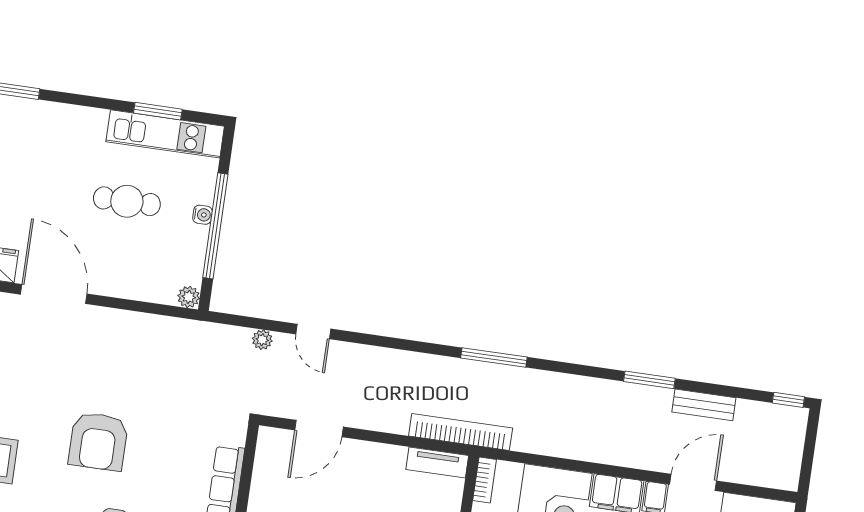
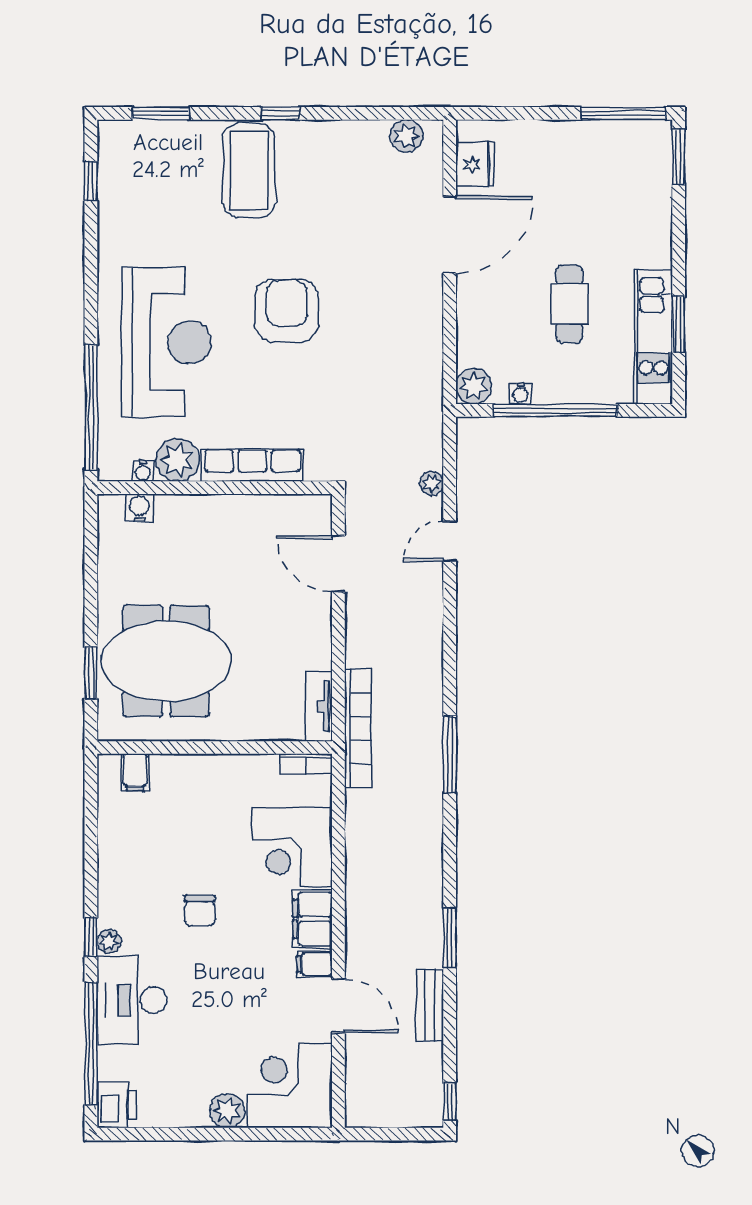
water cooler: (202, 215) -> (520, 393), moved
plant: (189, 297) -> (474, 386), width x1.38, depth x1.38
armchair: (98, 441) -> (287, 311), turned 90

